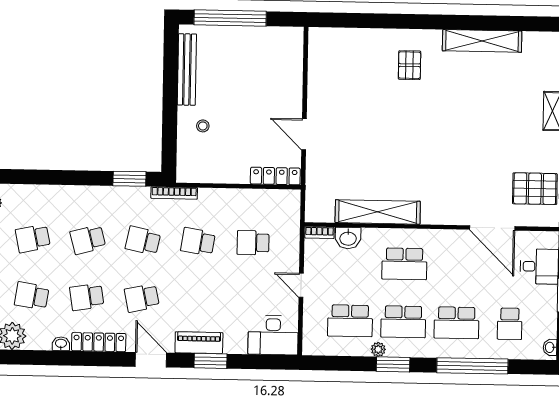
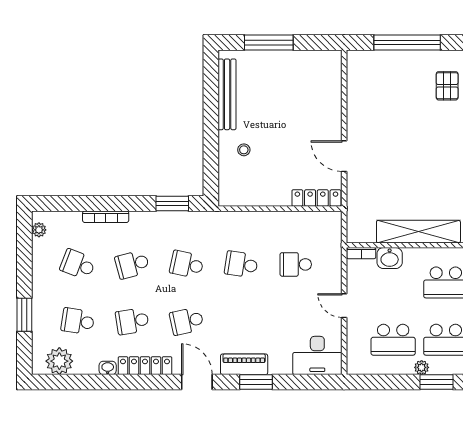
window: (230, 18) -> (269, 43), width x0.68
window: (370, 21) -> (407, 43), added
bookcase: (174, 193) -> (106, 217), moved
school desk: (33, 238) -> (78, 264), turned 33

